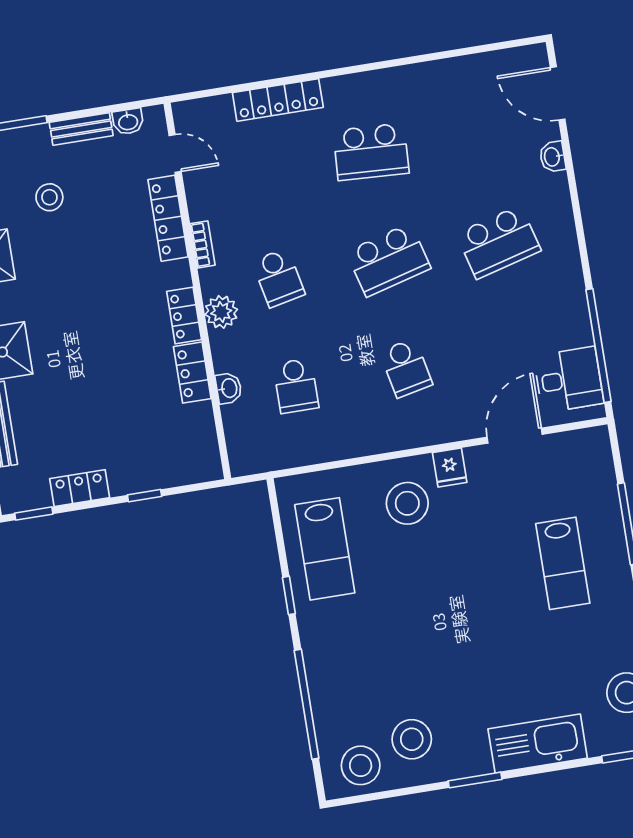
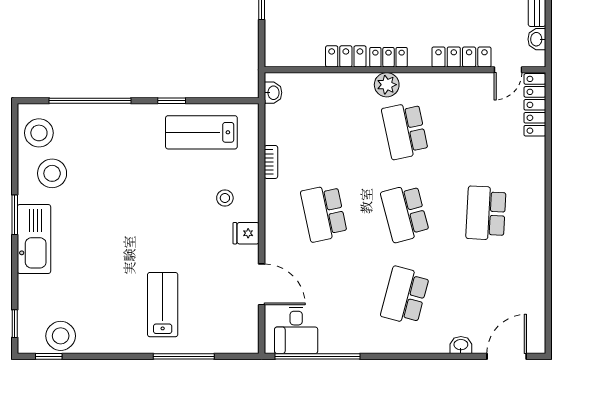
locker: (278, 100) -> (535, 105), moved
school desk: (499, 242) -> (405, 296), turned 30
bookcase: (203, 244) -> (271, 162), moved, turned -90
school desk: (278, 278) -> (405, 131), width x1.85
school desk: (406, 368) -> (324, 213), width x1.85
school desk: (296, 386) -> (324, 131), removed
washbasin: (229, 388) -> (273, 93), moved, turned -90
stool: (407, 503) -> (225, 198), width x0.53, depth x0.53
lab bench: (563, 563) -> (163, 305), turned 90
kitchen sink: (538, 744) -> (34, 239), moved

